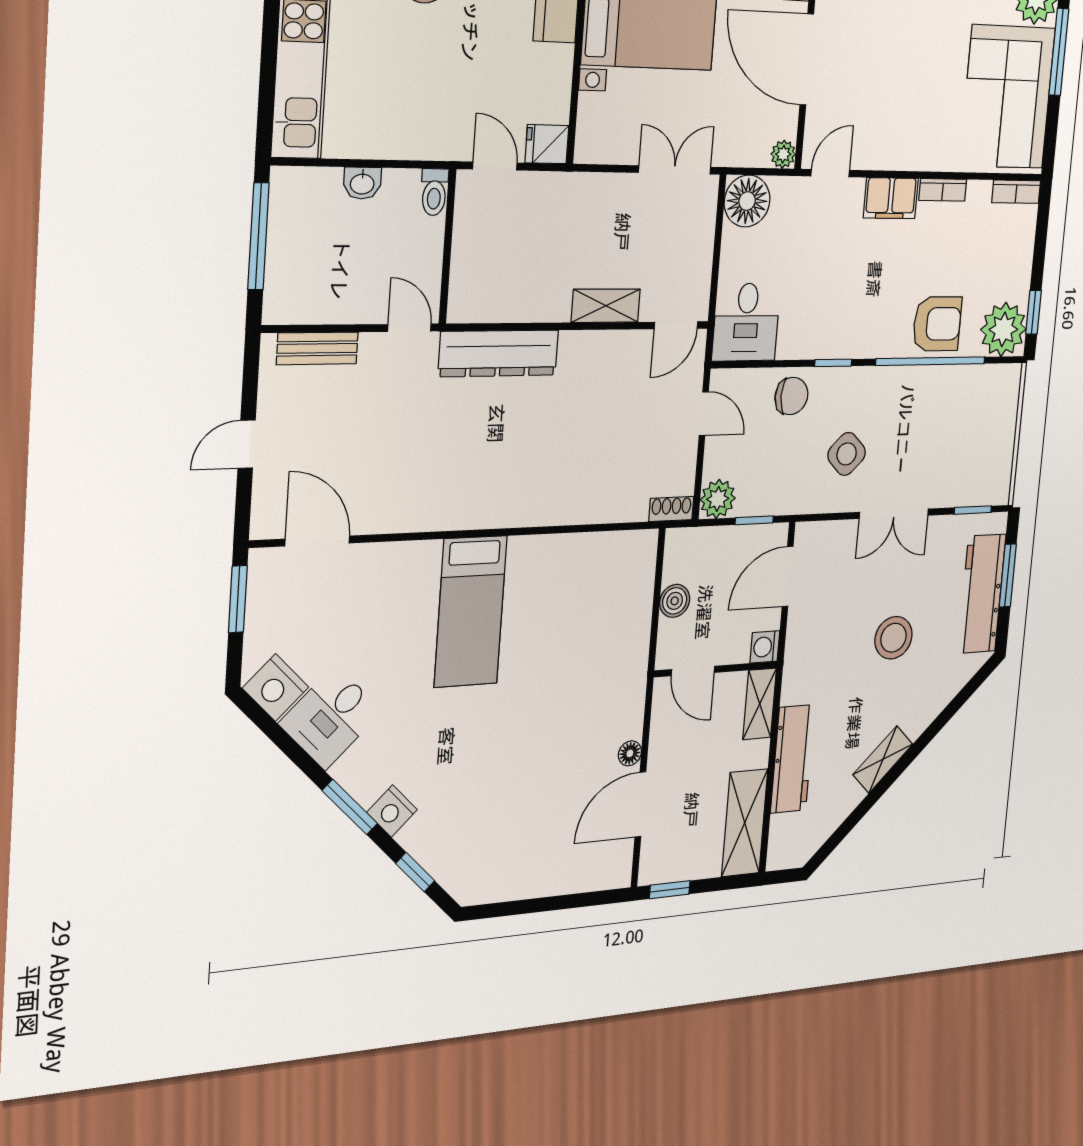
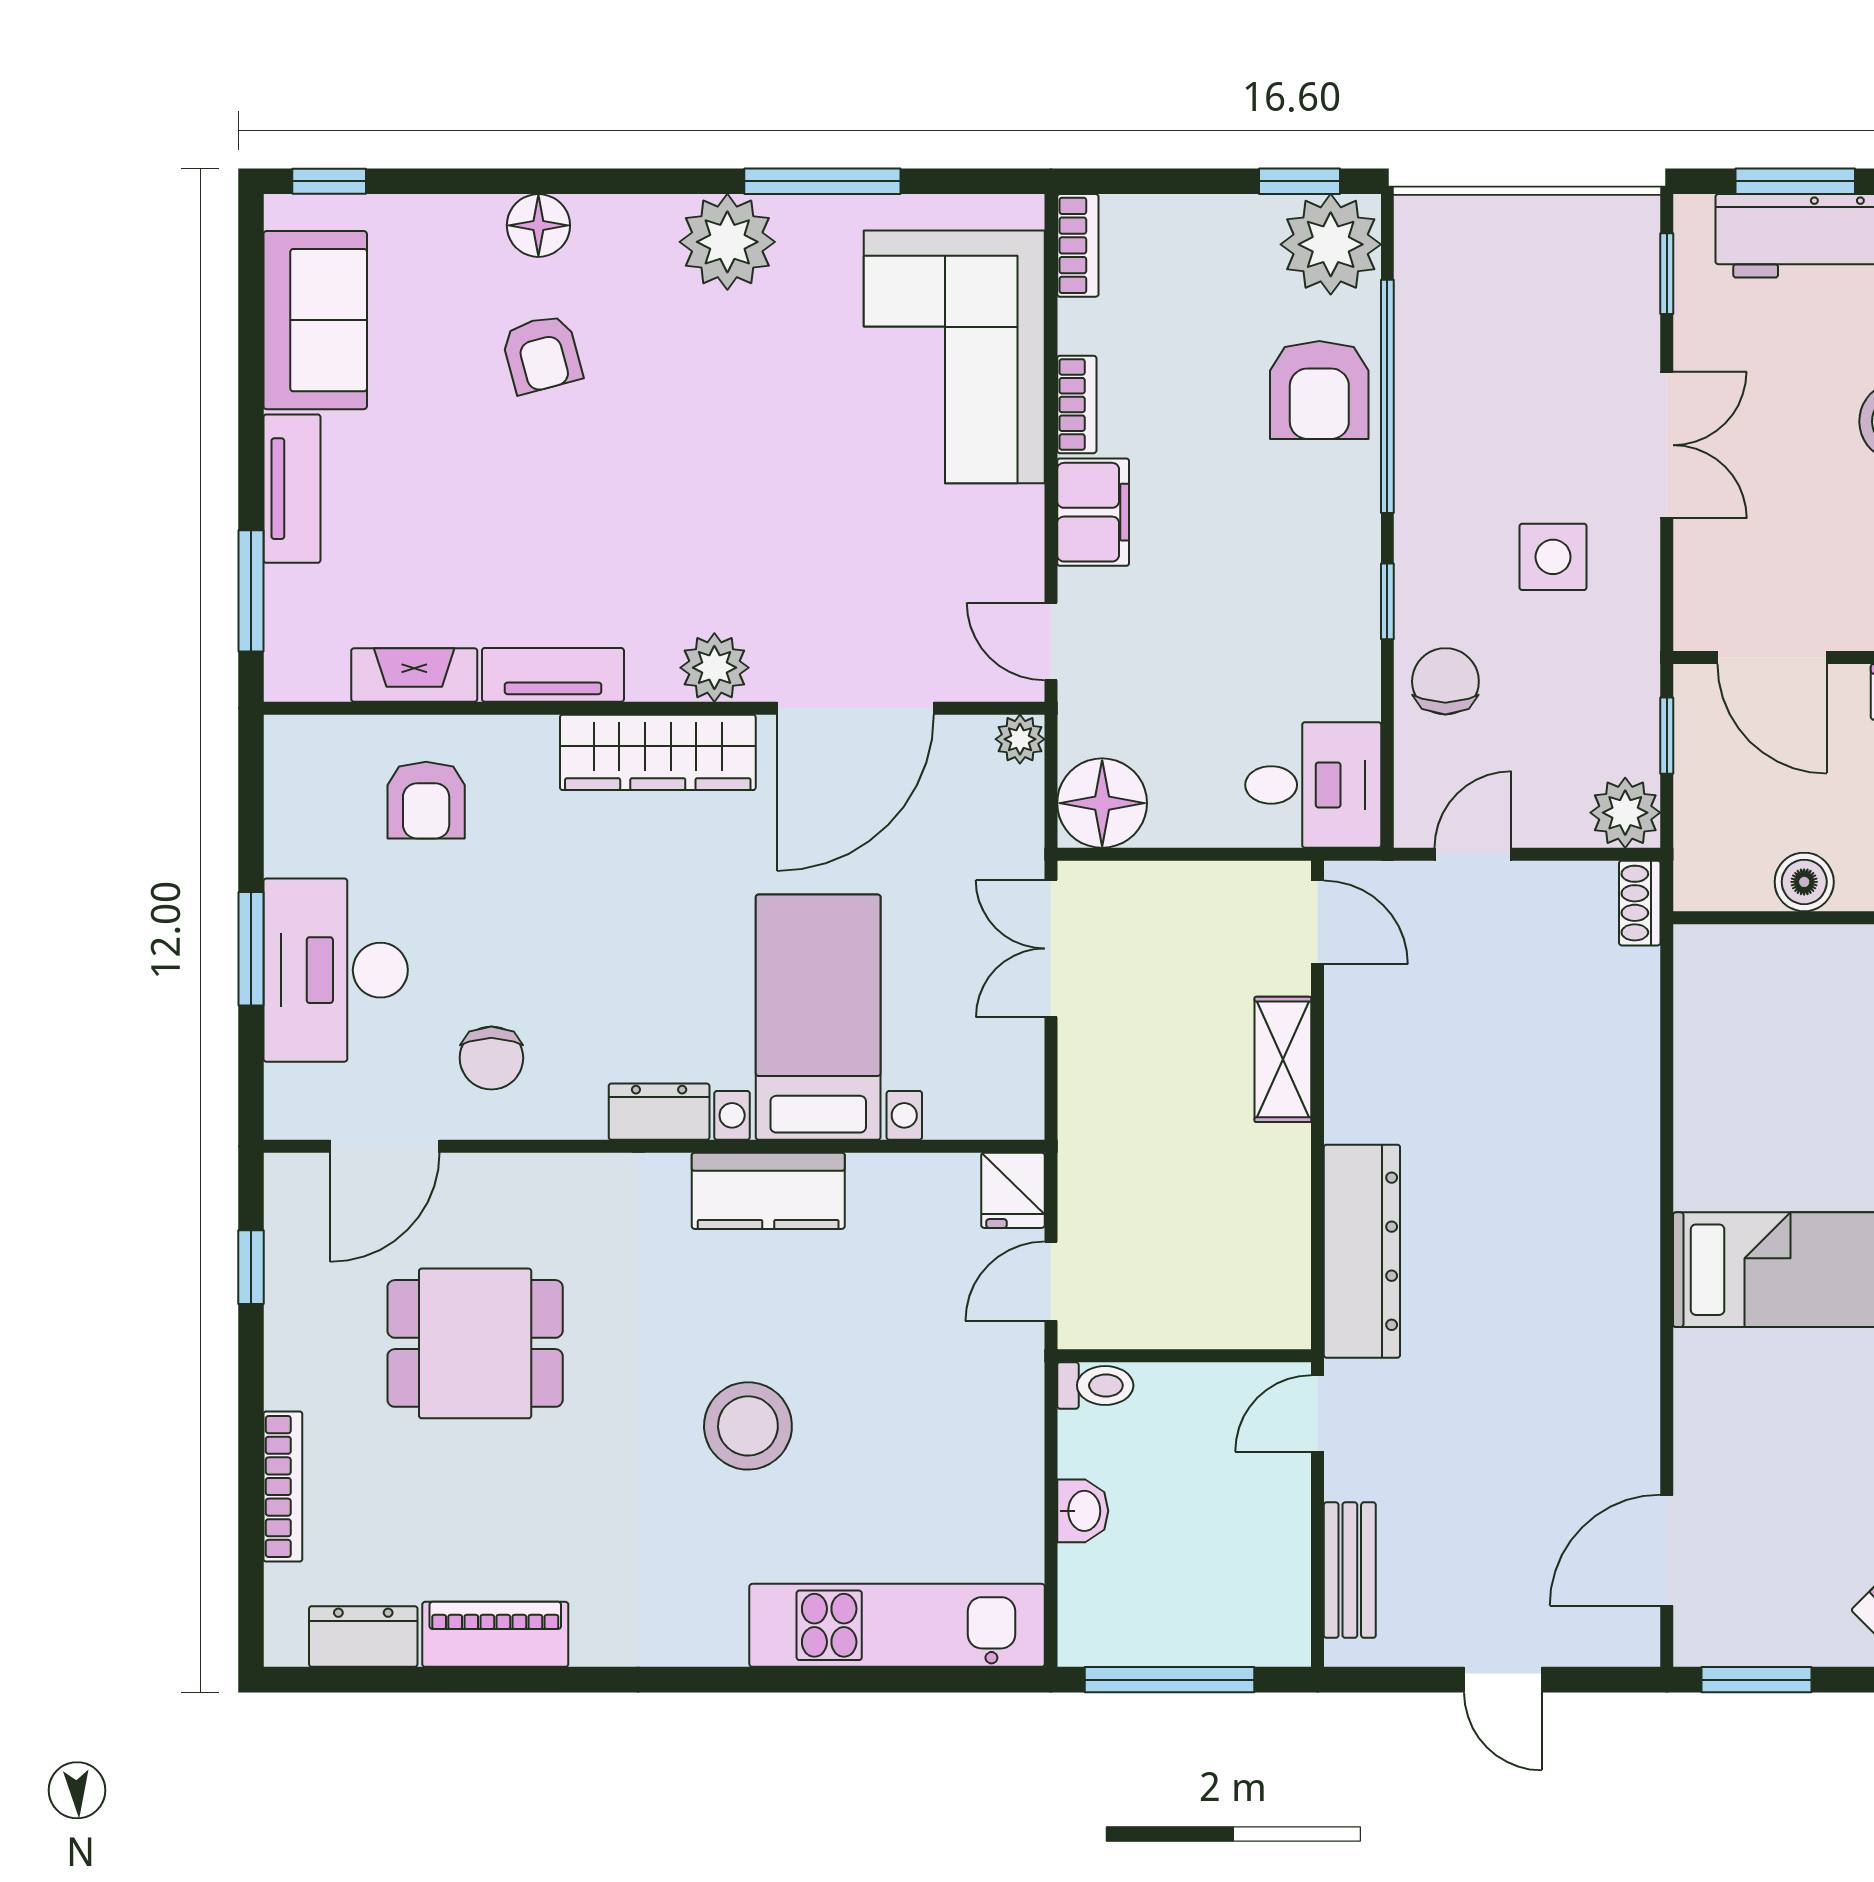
corner sofa: (1007, 97) -> (954, 357), moved, turned 90
armchair: (937, 324) -> (1319, 390), turned 180
side table: (847, 454) -> (1553, 557), turned 45

